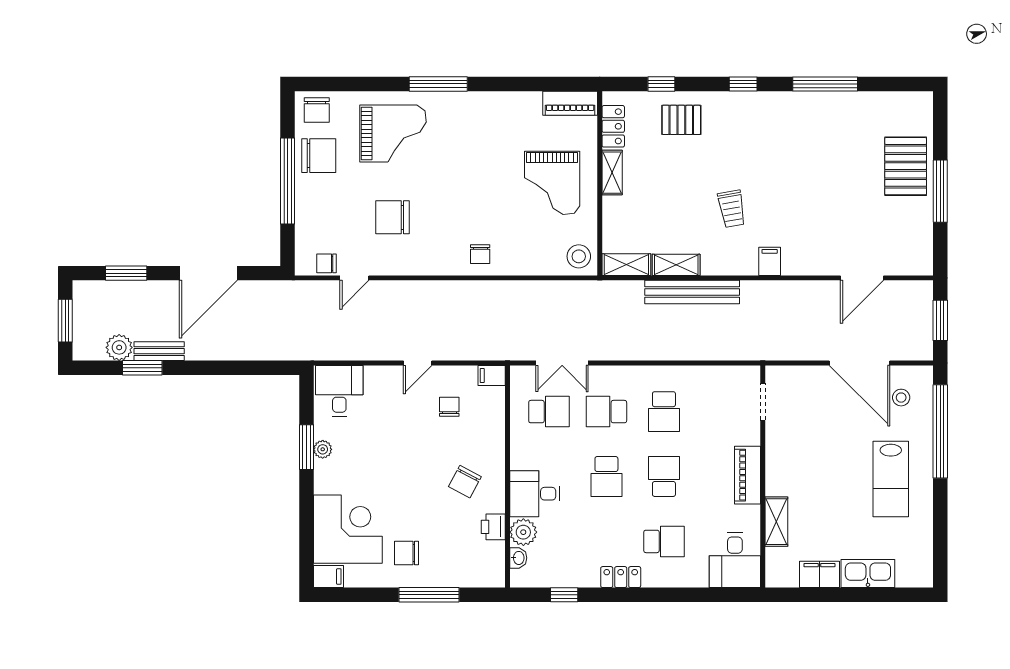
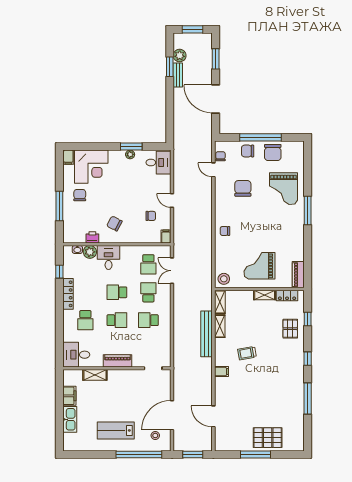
chair: (317, 110) -> (248, 151), moved
locker: (621, 577) -> (68, 294), width x1.53

